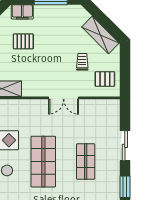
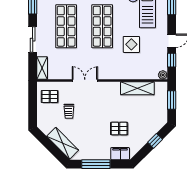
shelving: (100, 35) -> (63, 143), moved
shelving: (114, 112) -> (42, 68), added
shop shelf: (86, 162) -> (66, 26), width x1.43, depth x1.36

